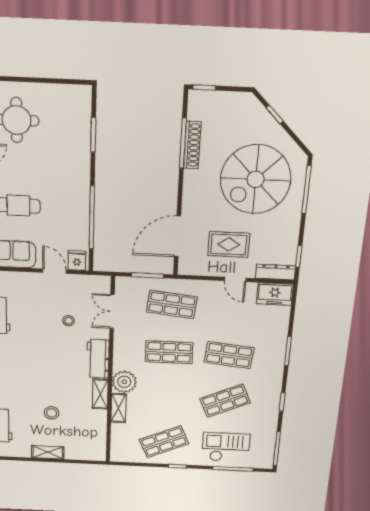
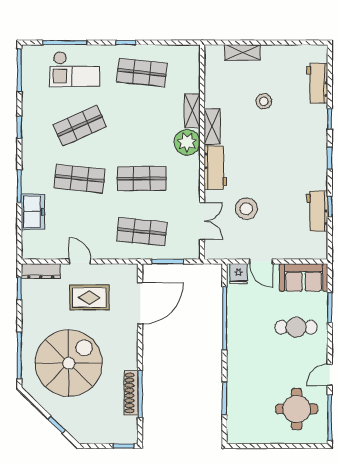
freezer: (275, 294) -> (33, 212), moved, turned 90
stool: (69, 321) -> (246, 209), width x1.89, depth x1.89
shop shelf: (164, 442) -> (142, 72), turned 30
shelving: (48, 452) -> (243, 52), moved

